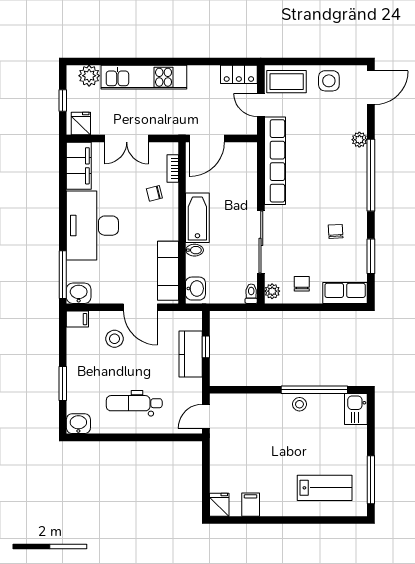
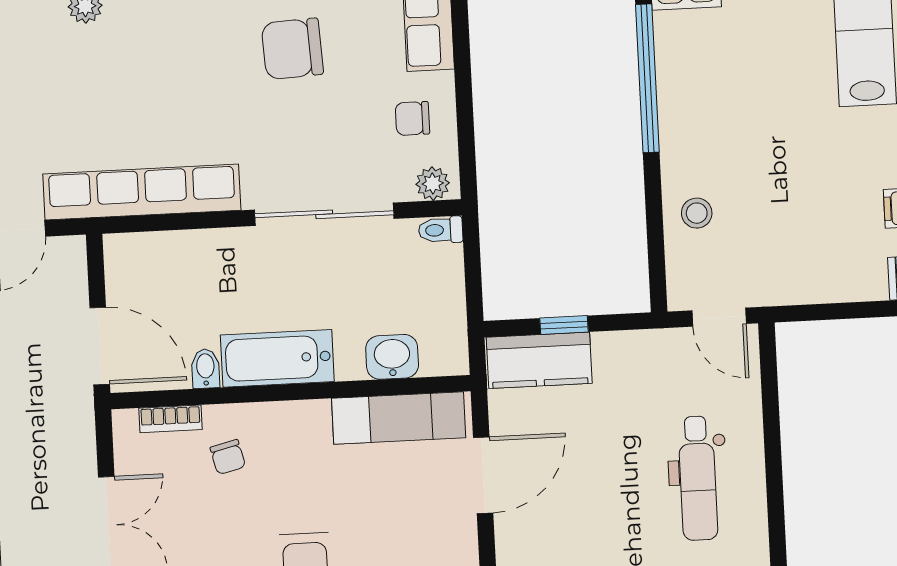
chair: (336, 231) -> (292, 49), width x1.87, depth x1.87
bidet: (194, 250) -> (205, 369), moved
washbasin: (195, 289) -> (392, 357), moved
stool: (114, 339) -> (556, 529), removed
kitchen counter: (191, 354) -> (539, 360), moved
stool: (299, 404) -> (697, 213), moved

